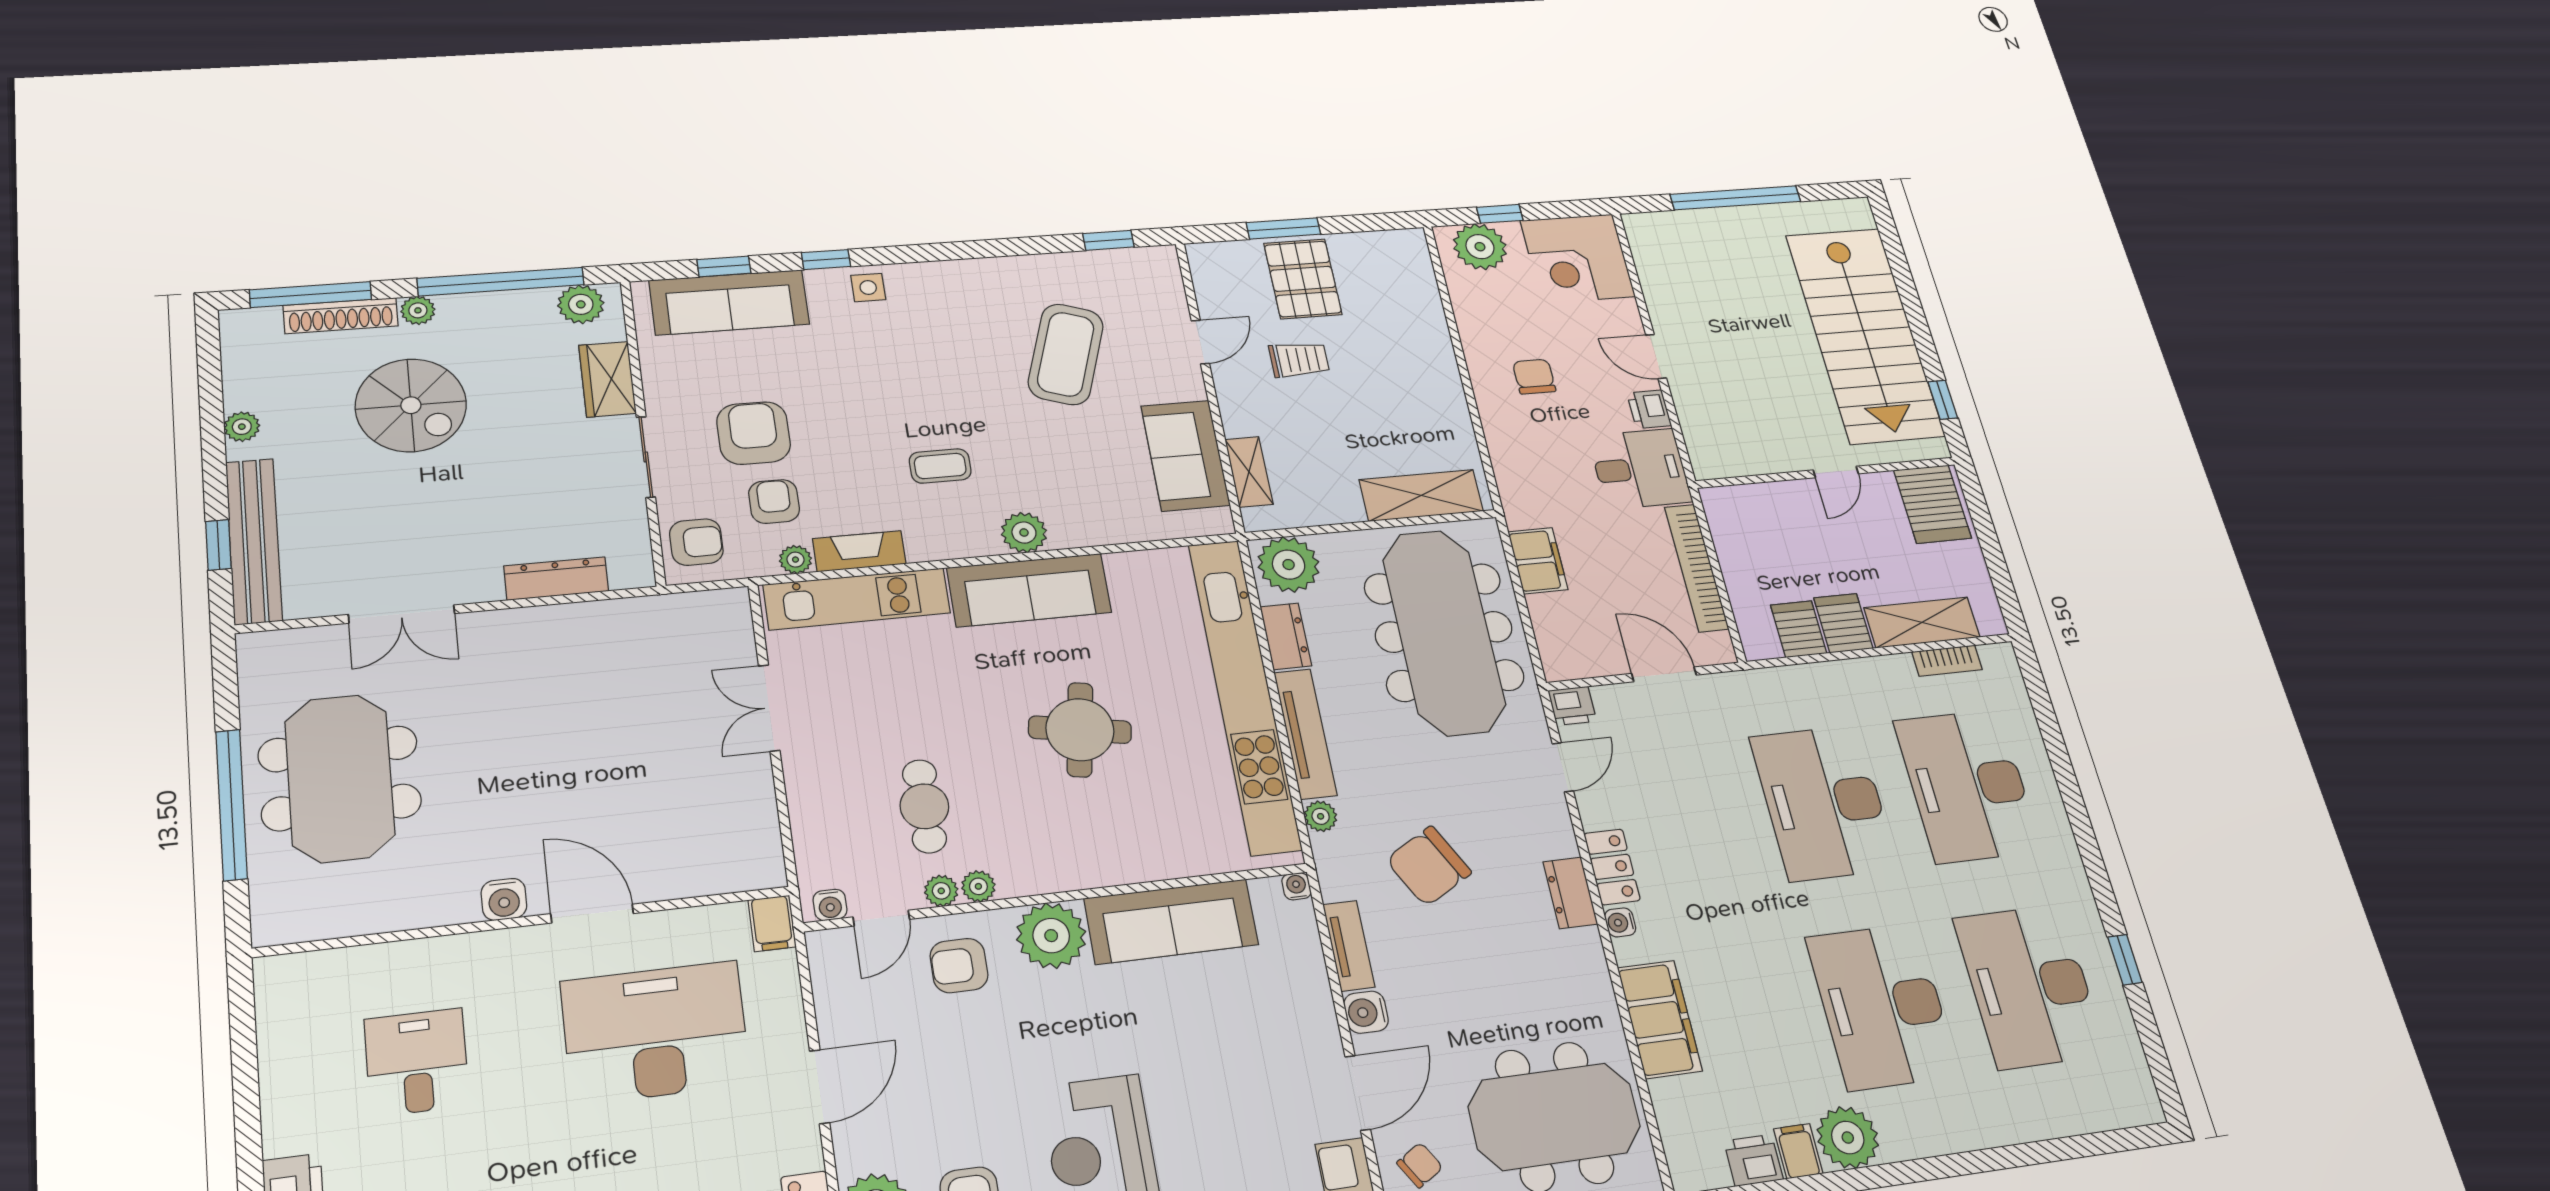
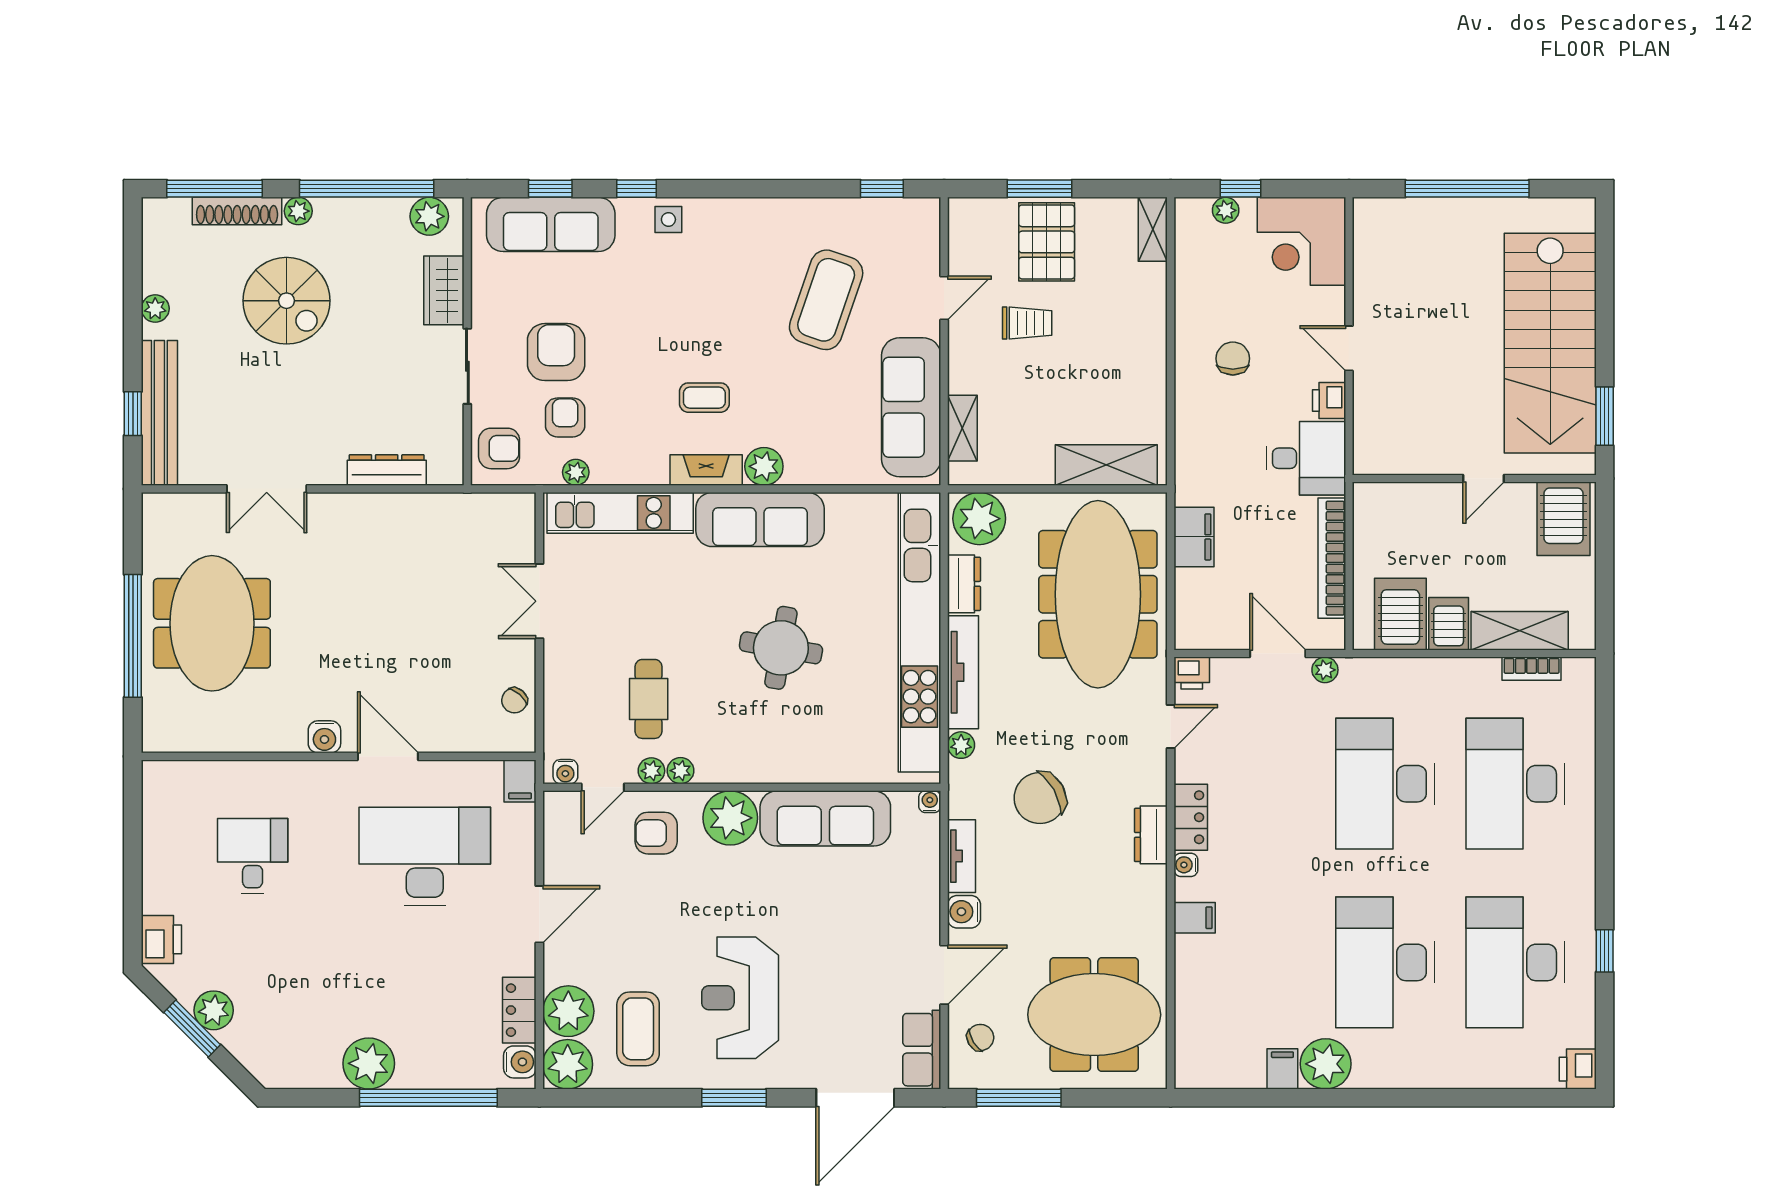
plant: (1480, 247) -> (1226, 210), width x0.53, depth x0.53
shelving: (1416, 258) -> (1153, 229), added
window: (1943, 400) -> (1605, 416), width x1.50
sofa: (1185, 455) -> (911, 407), width x1.36
fireplace: (859, 551) -> (706, 470), moved
server rack: (1799, 629) -> (1400, 614), width x1.36, depth x1.44
plant: (1722, 686) -> (1325, 670), added
chair: (752, 827) -> (514, 700), added
filing cabinet: (1660, 1019) -> (1195, 918), width x0.33, depth x0.86
printer: (1753, 1160) -> (1578, 1069), moved, turned -90

